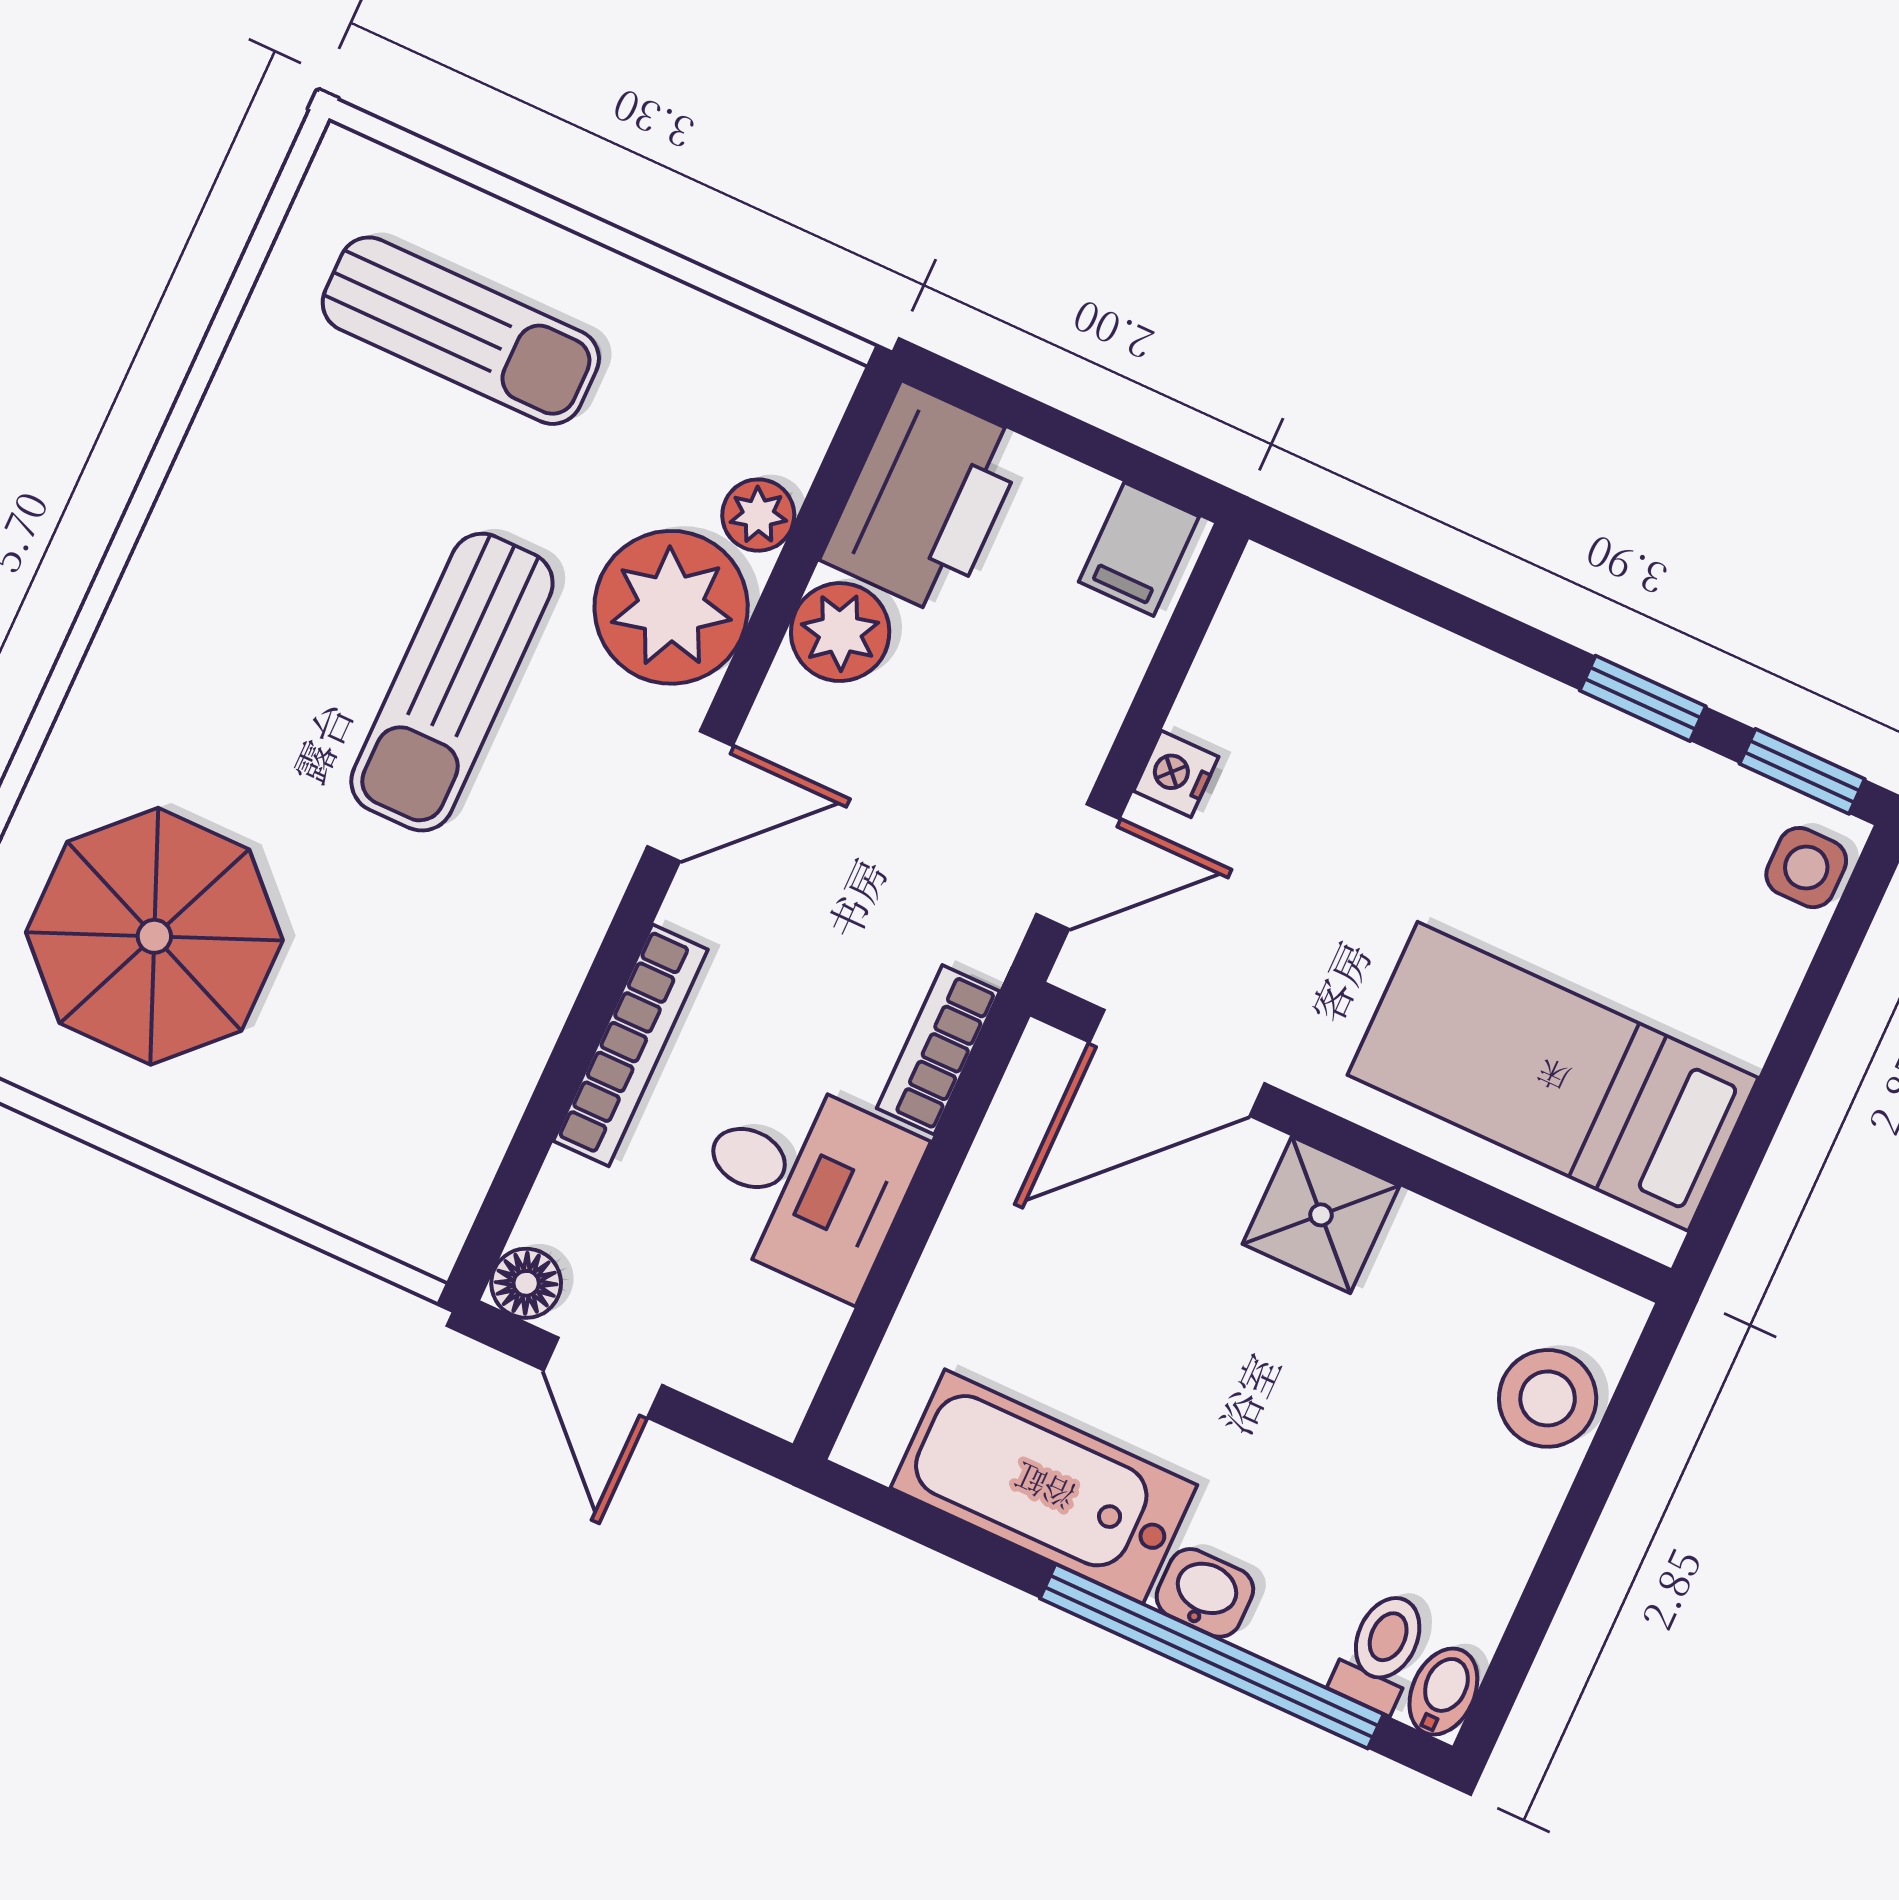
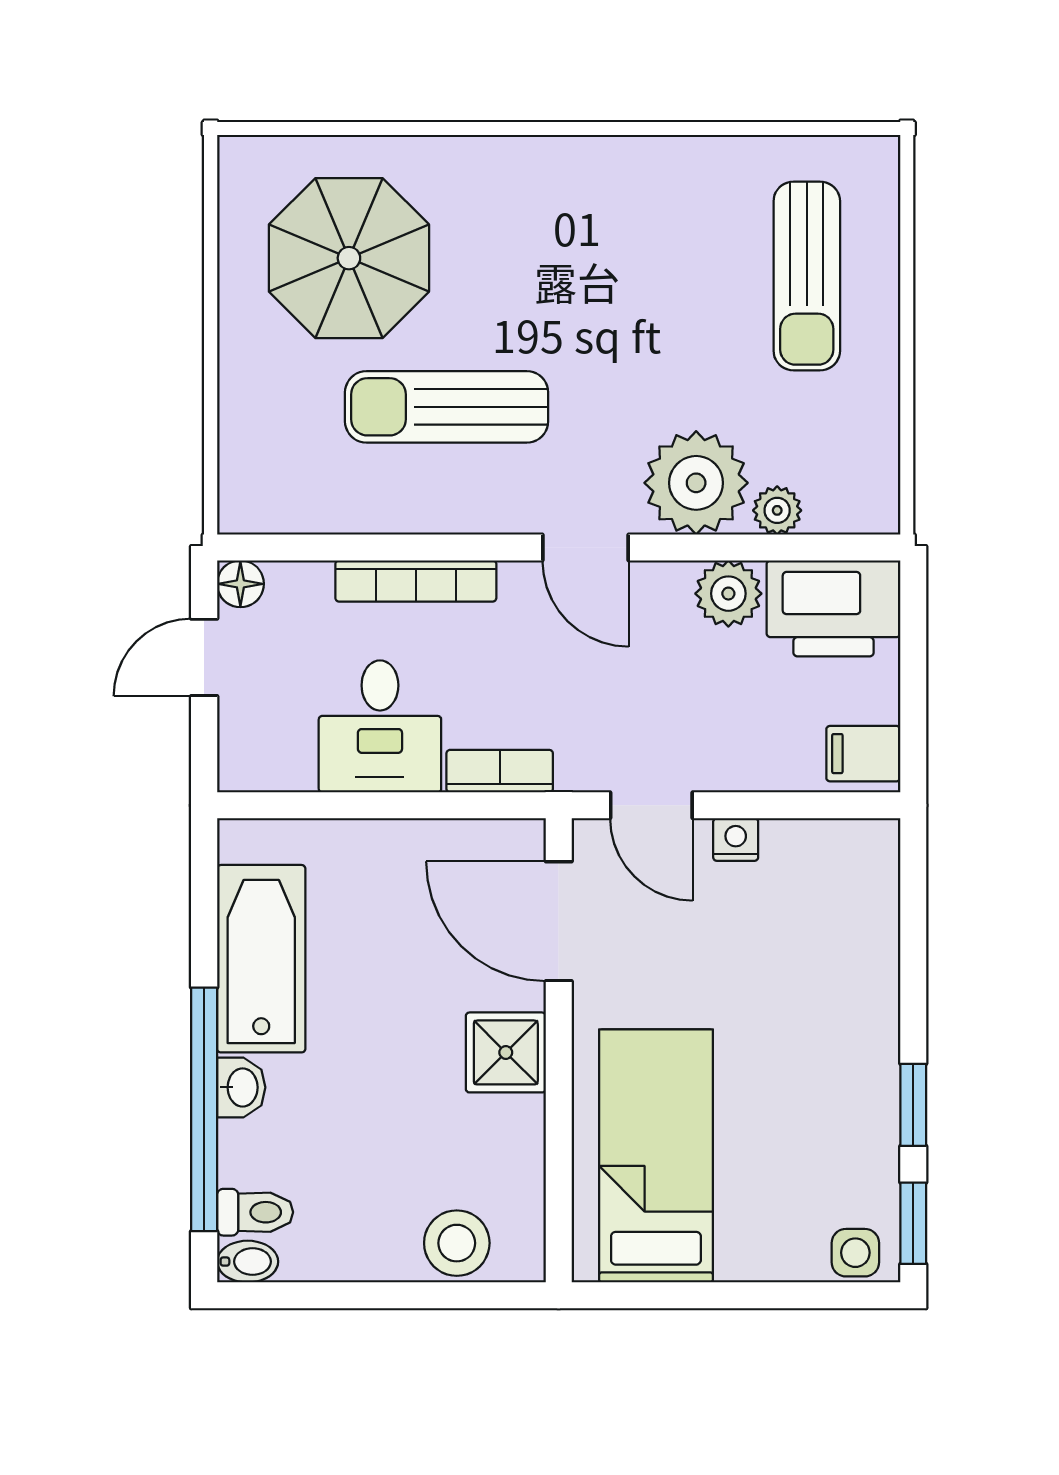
sun lounger: (452, 682) -> (447, 407), moved

